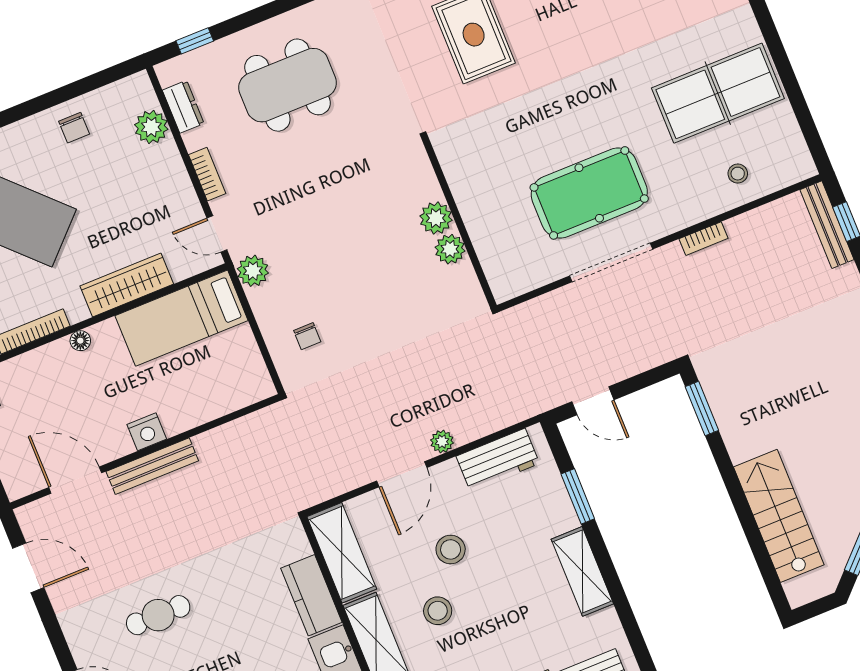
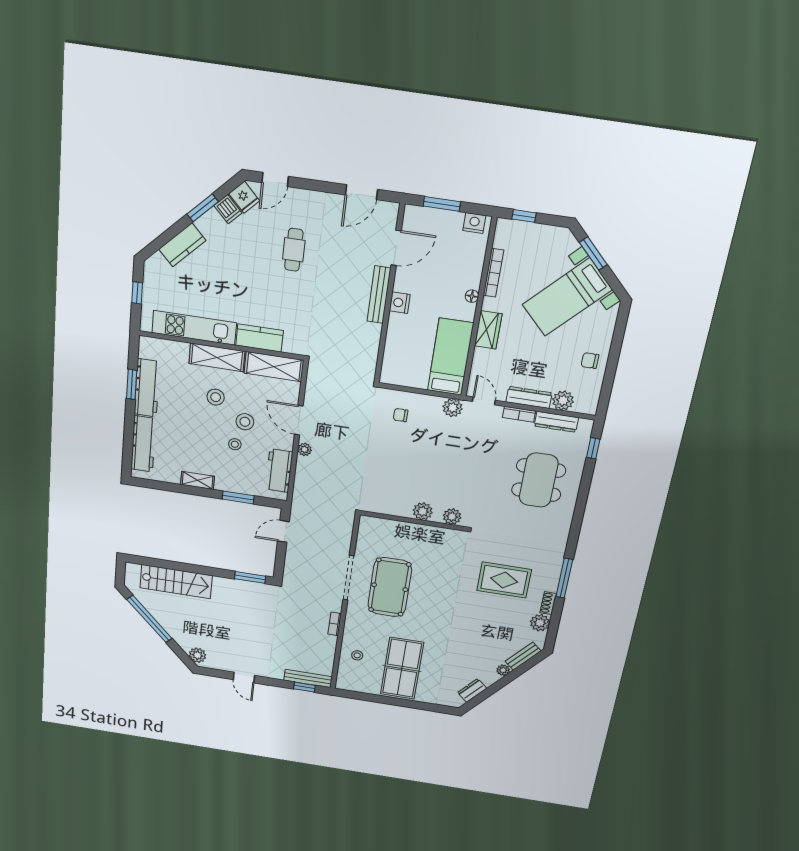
dresser: (183, 107) -> (556, 422), width x1.44
dresser: (175, 176) -> (529, 397), added
door: (217, 234) -> (484, 401), hinge flipped
plant: (450, 249) -> (452, 517), moved
wardrobe: (127, 285) -> (488, 330), width x0.67
stool: (495, 545) -> (235, 444), added
shelving: (582, 571) -> (197, 480), width x0.67, depth x0.75

